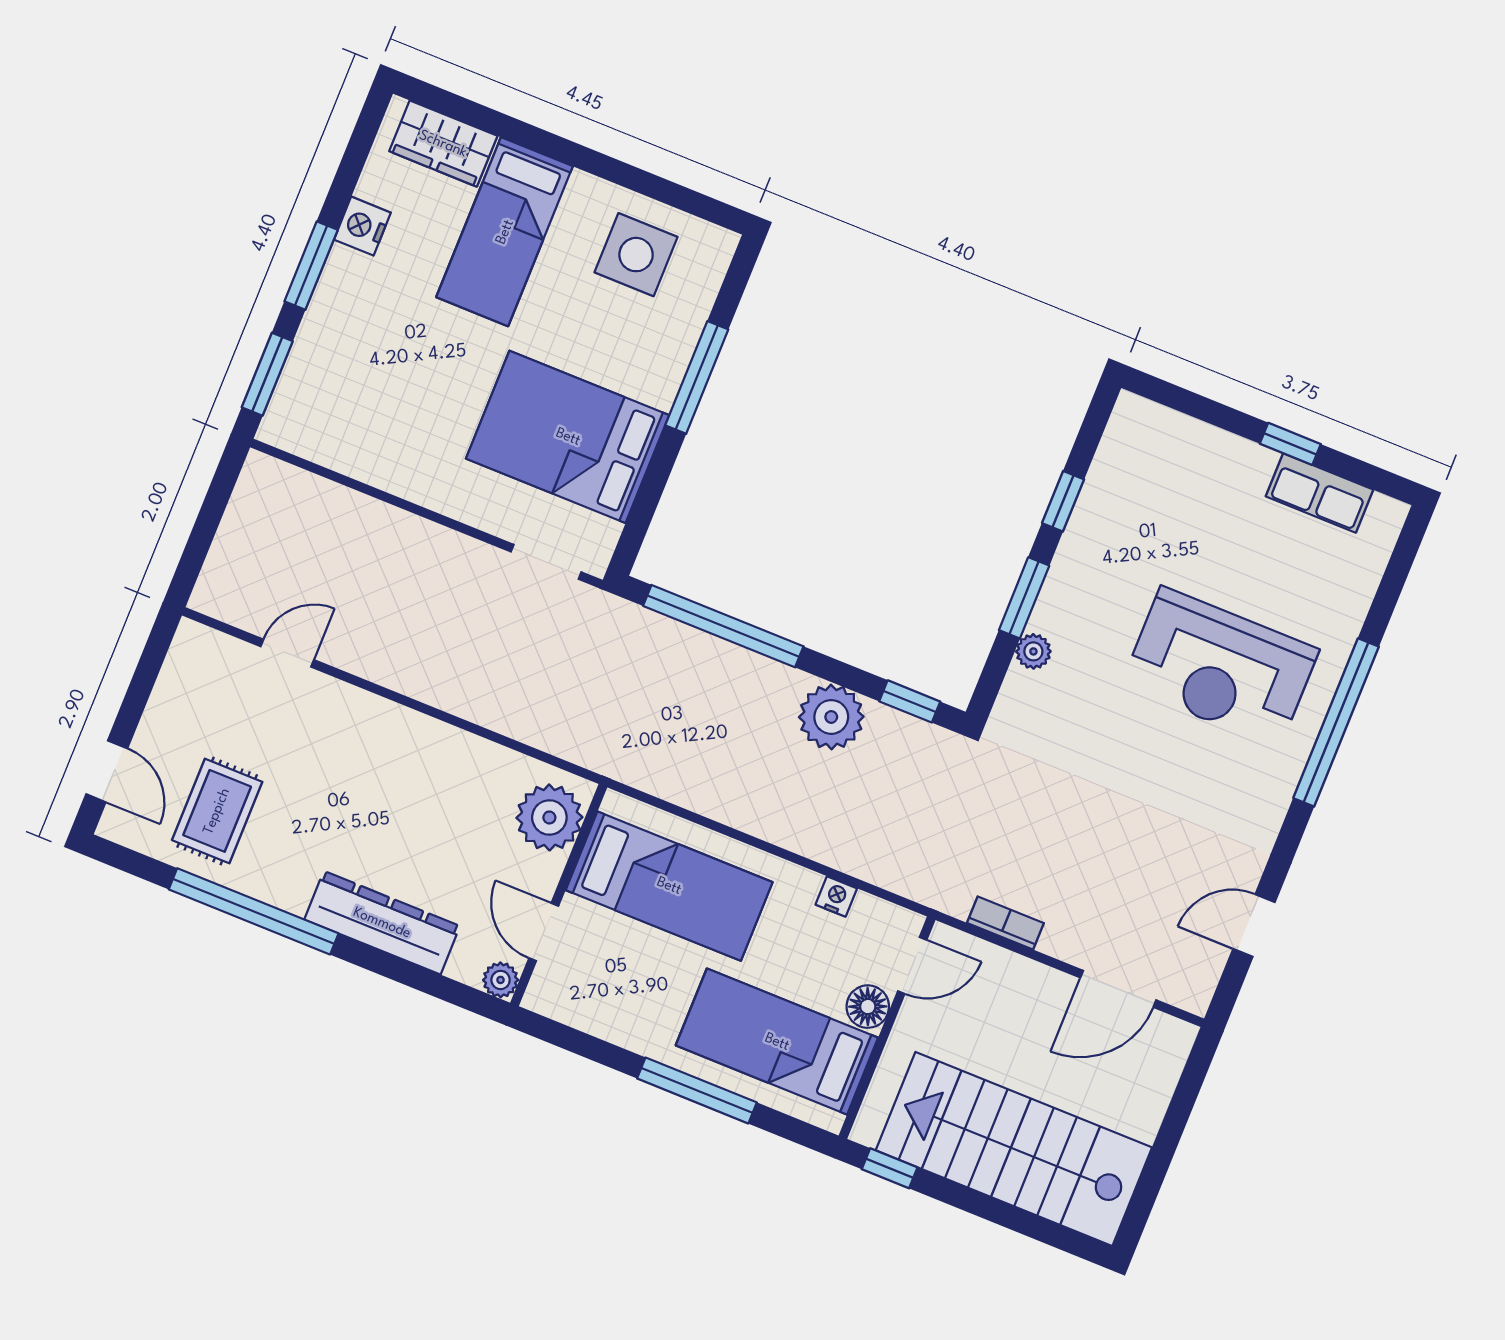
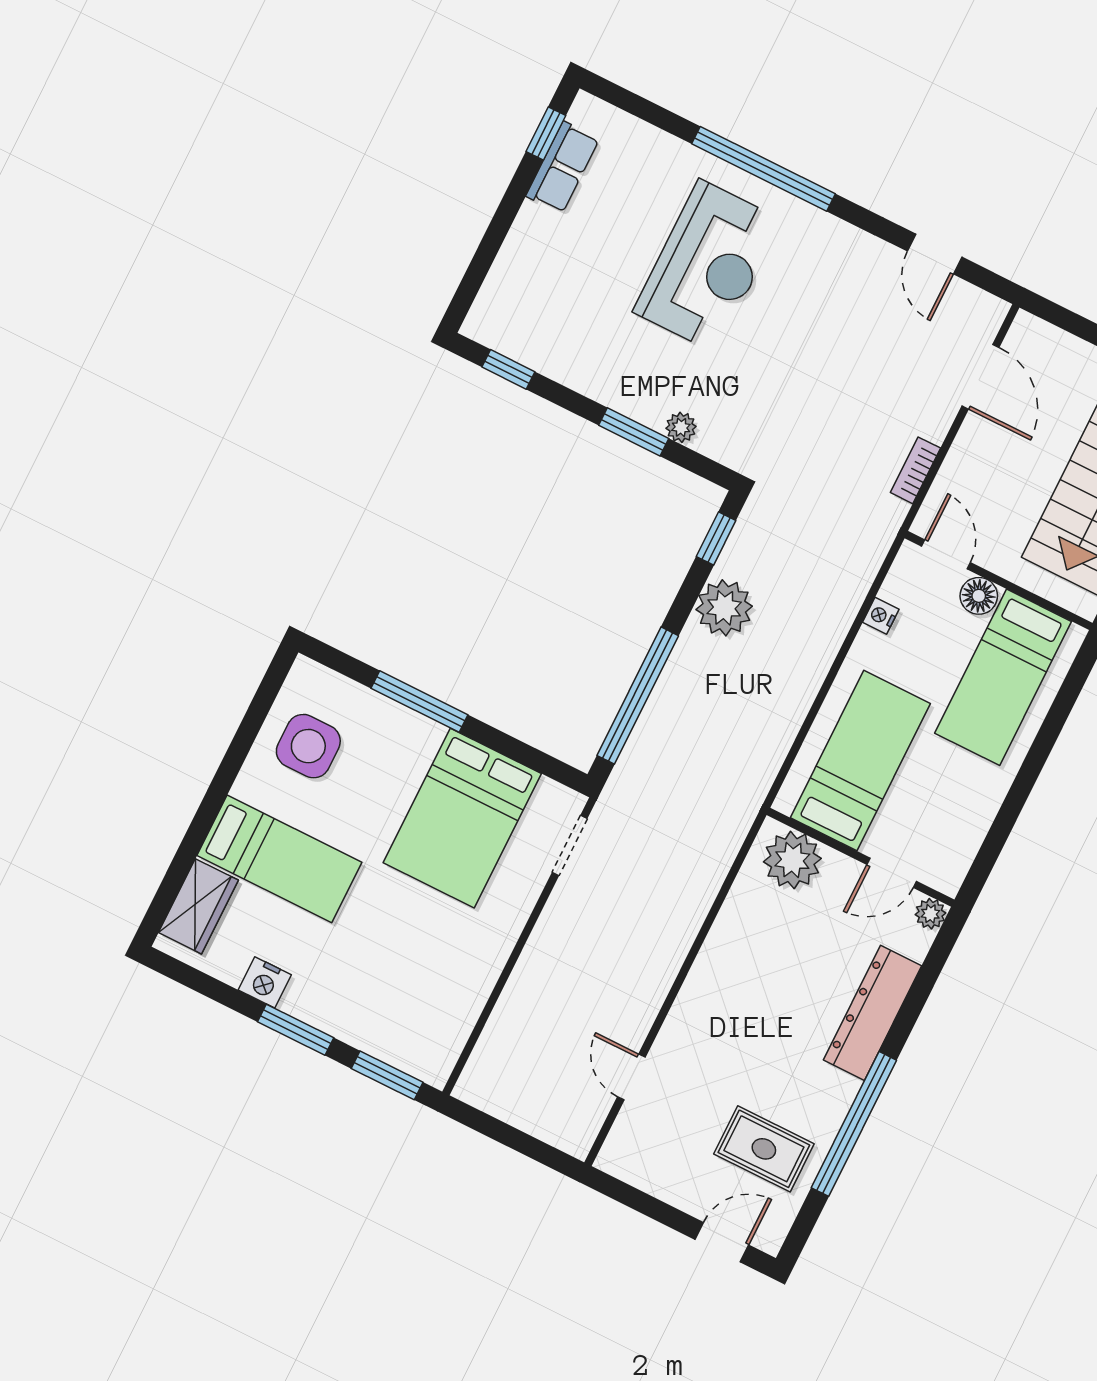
window: (1290, 444) -> (546, 133), moved
window: (1063, 501) -> (508, 369), moved
window: (697, 1090) -> (1040, 750), removed

